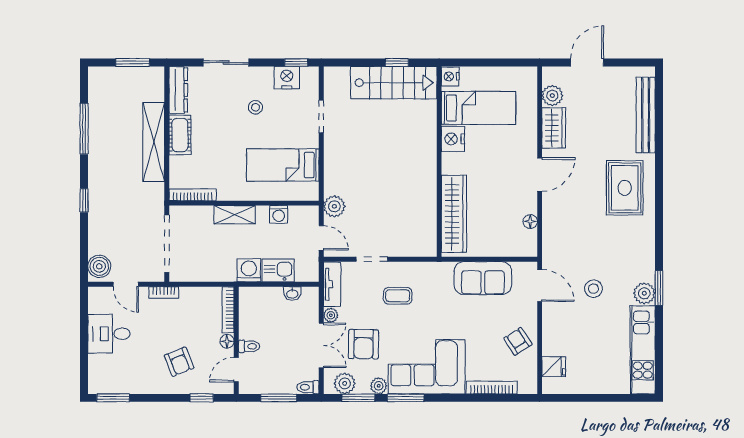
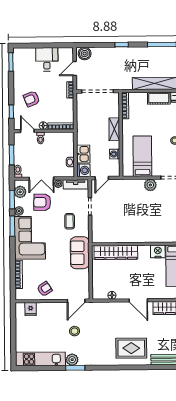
plant: (334, 206) -> (150, 185), moved
washing machine: (249, 270) -> (83, 170), moved
sofa: (483, 278) -> (80, 253), moved

